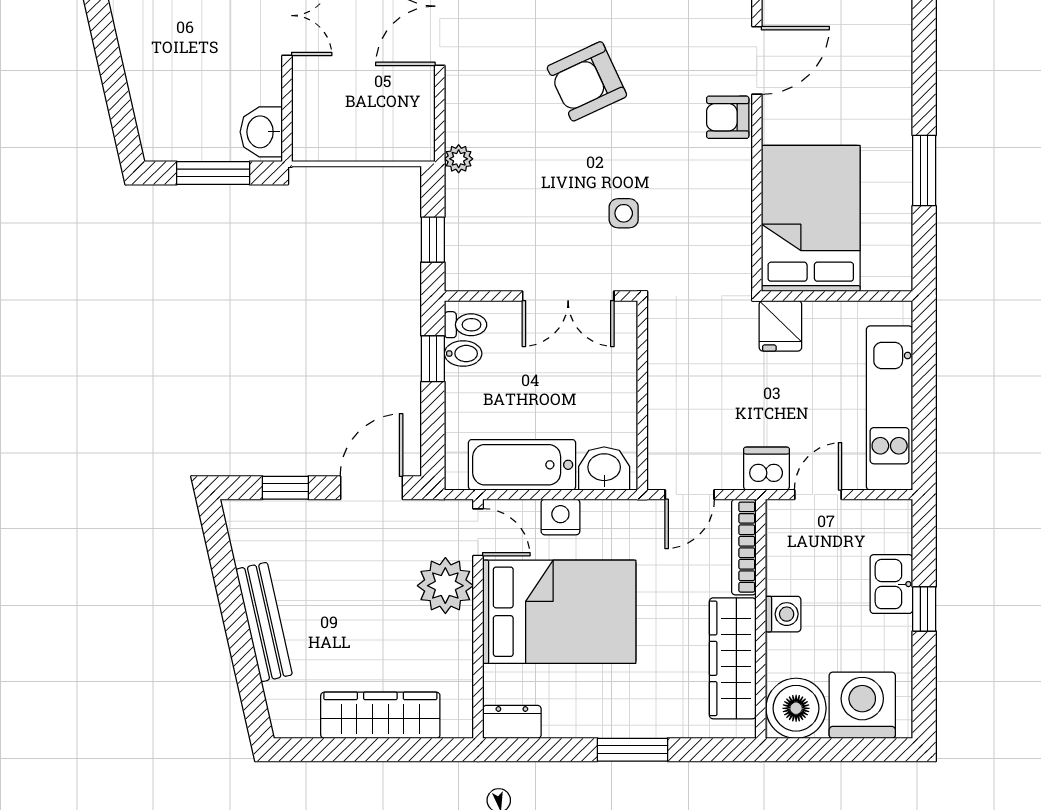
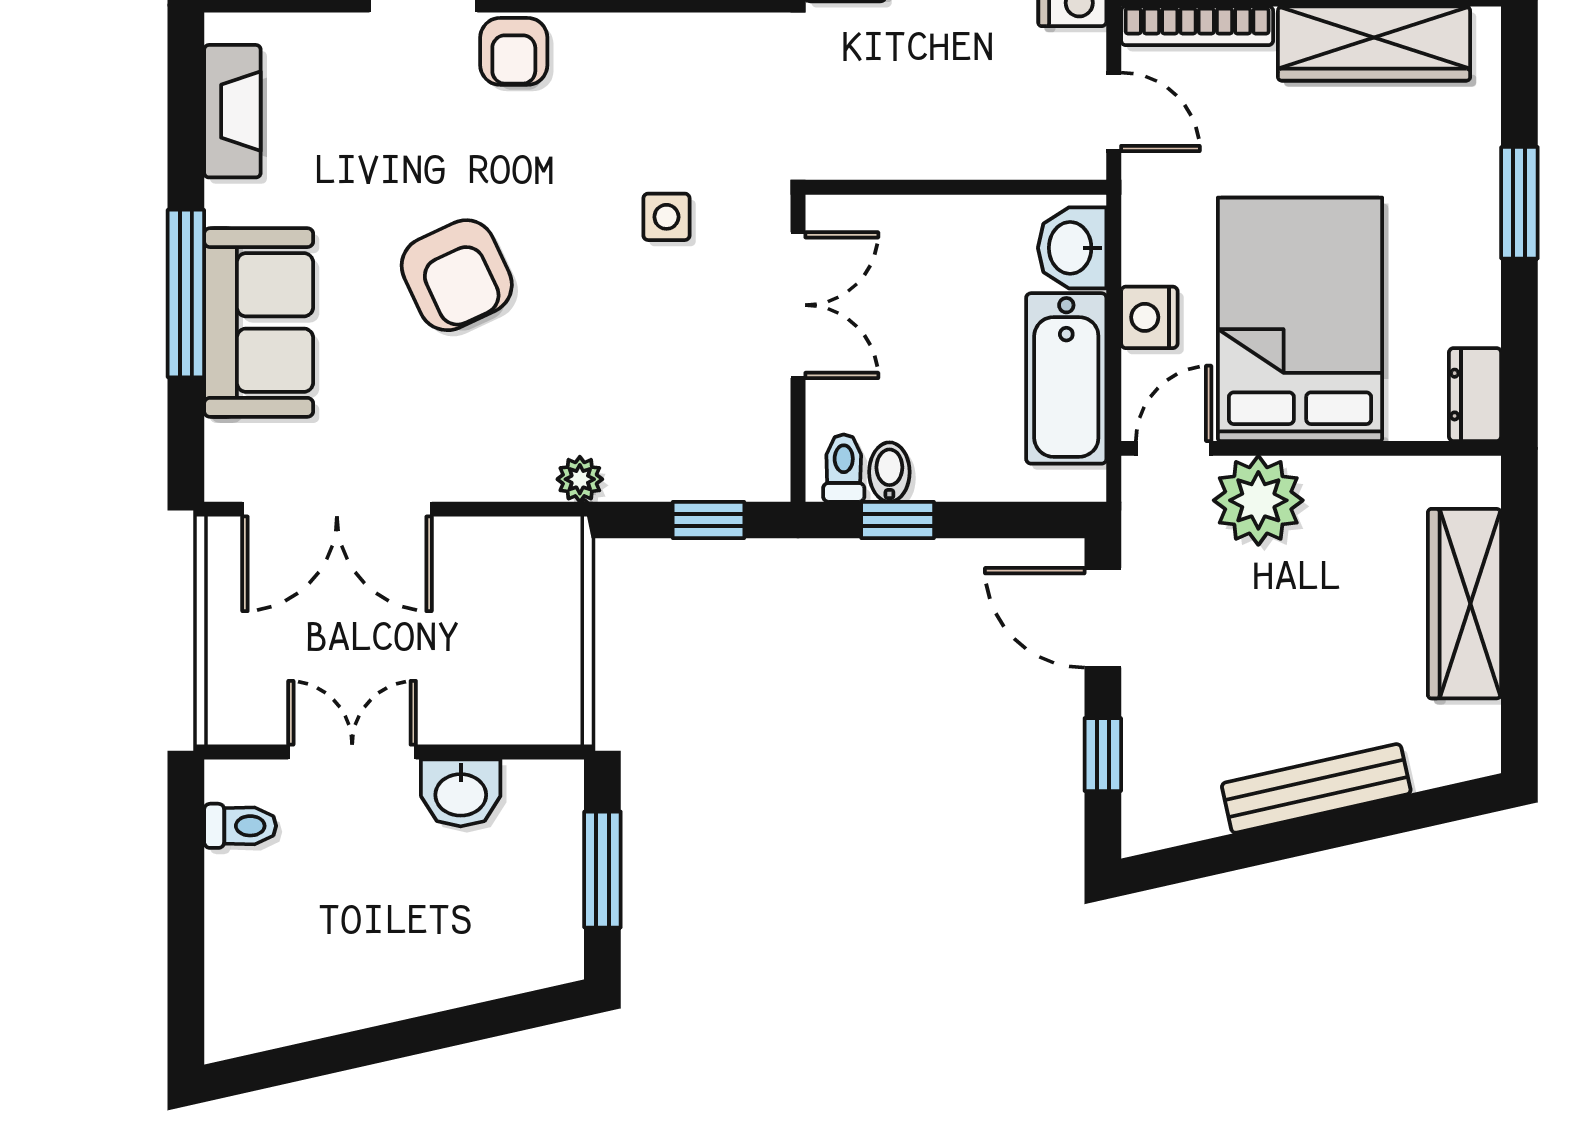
washbasin: (261, 132) -> (461, 793), moved

